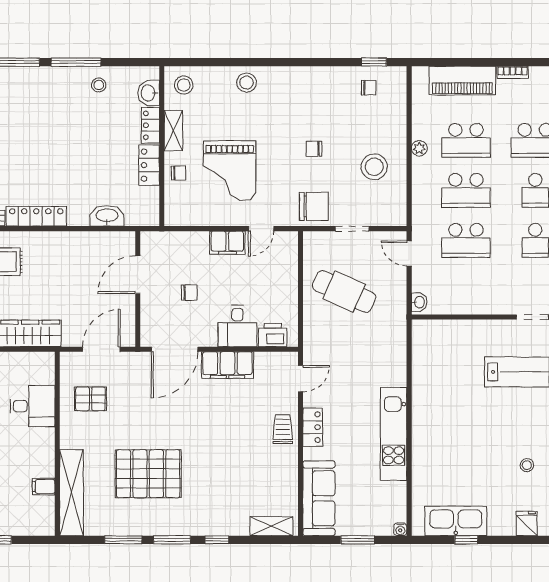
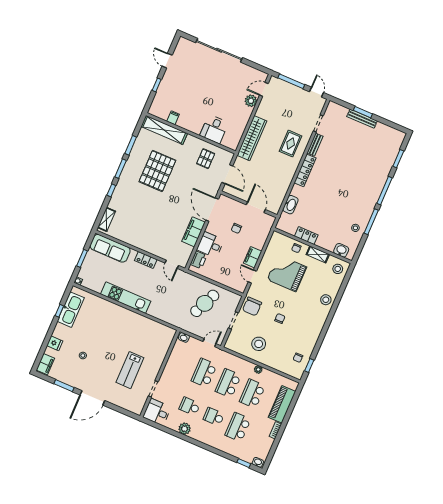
locker: (150, 125) -> (325, 244), removed
trolley: (283, 429) -> (151, 245), removed

